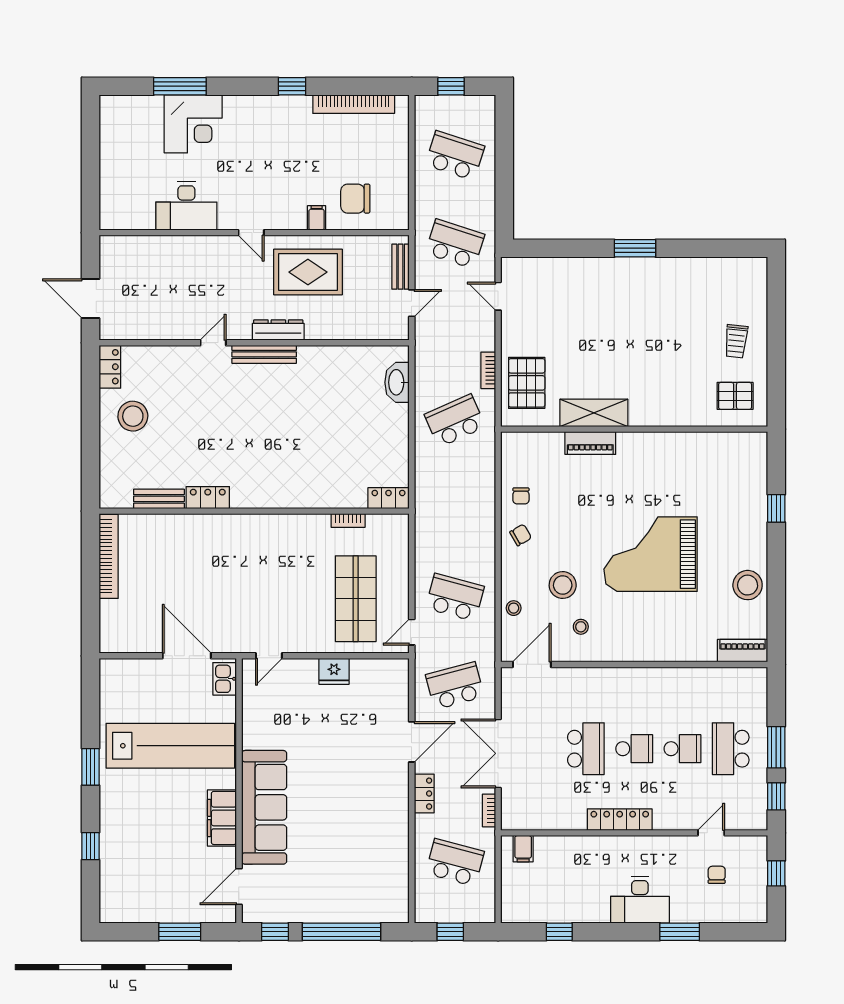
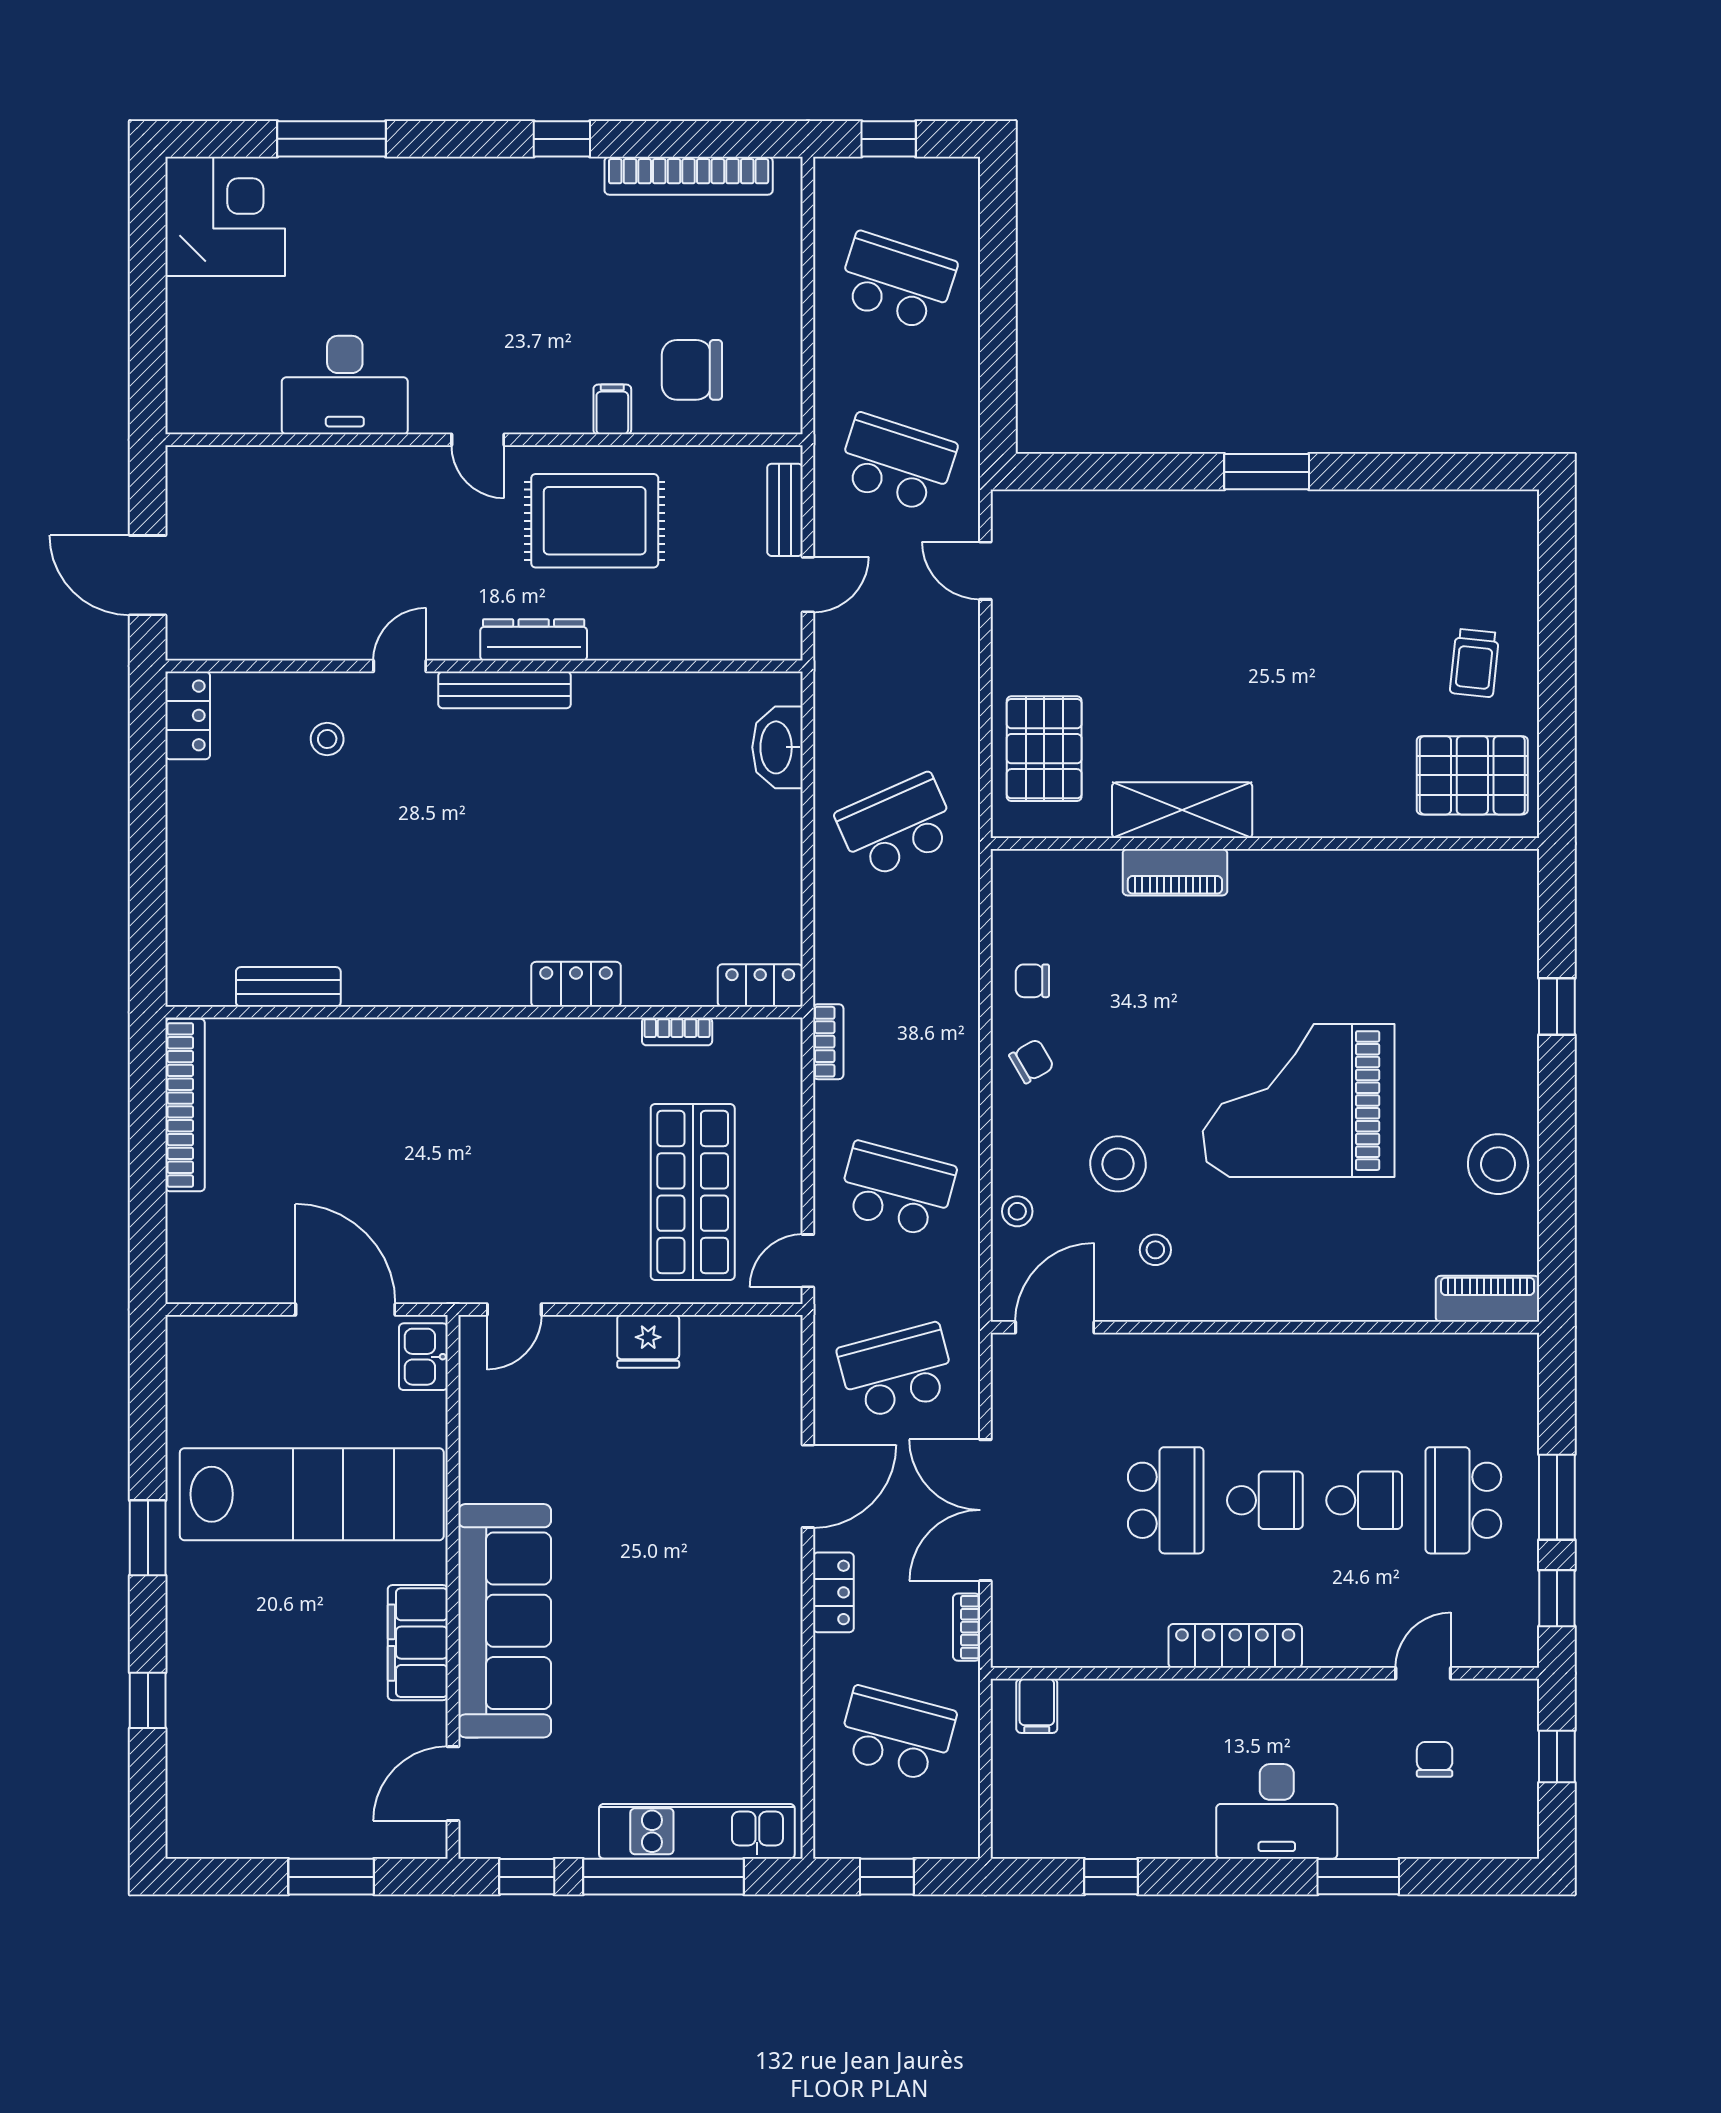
corner desk: (193, 124) -> (225, 216), moved, turned -90
bookcase: (488, 370) -> (828, 1042), moved, turned 180
pallet: (735, 396) -> (1472, 775), width x1.50, depth x1.42
stool: (133, 416) -> (327, 739), moved, width x0.53, depth x0.53
chair: (521, 496) -> (1032, 981), turned 90
locker: (208, 498) -> (576, 984), moved
kitchen unit: (358, 910) -> (697, 1831), added

